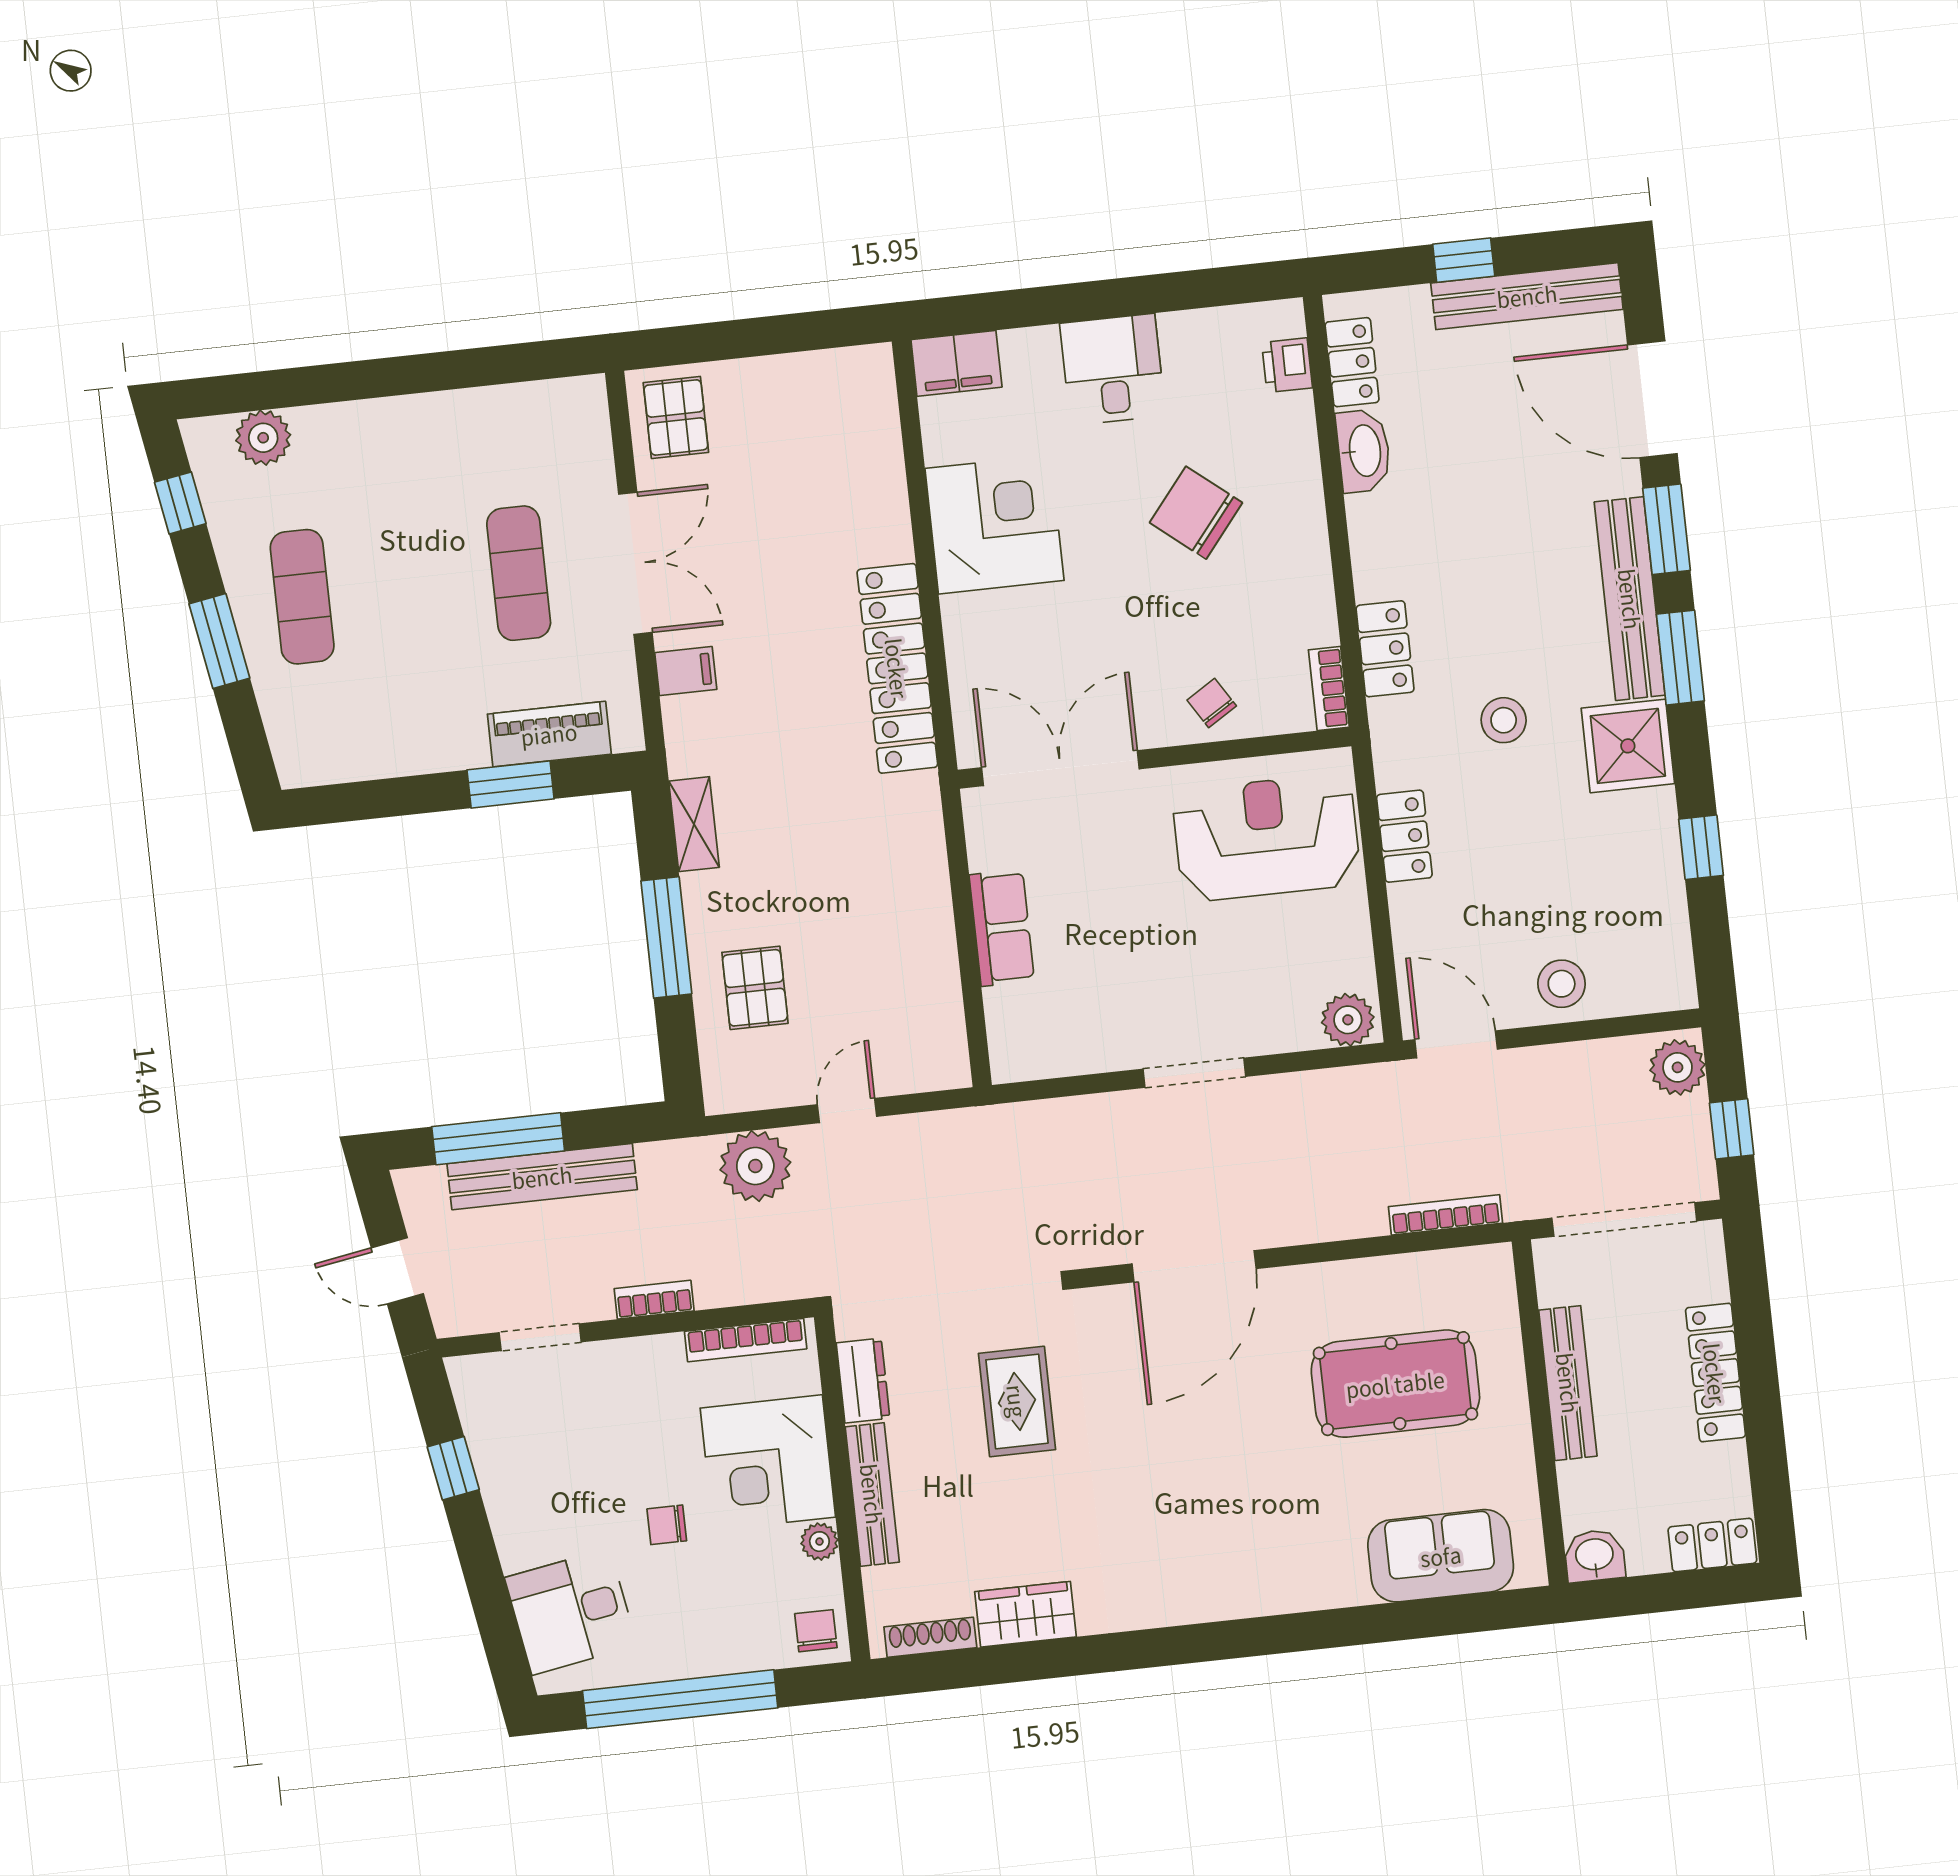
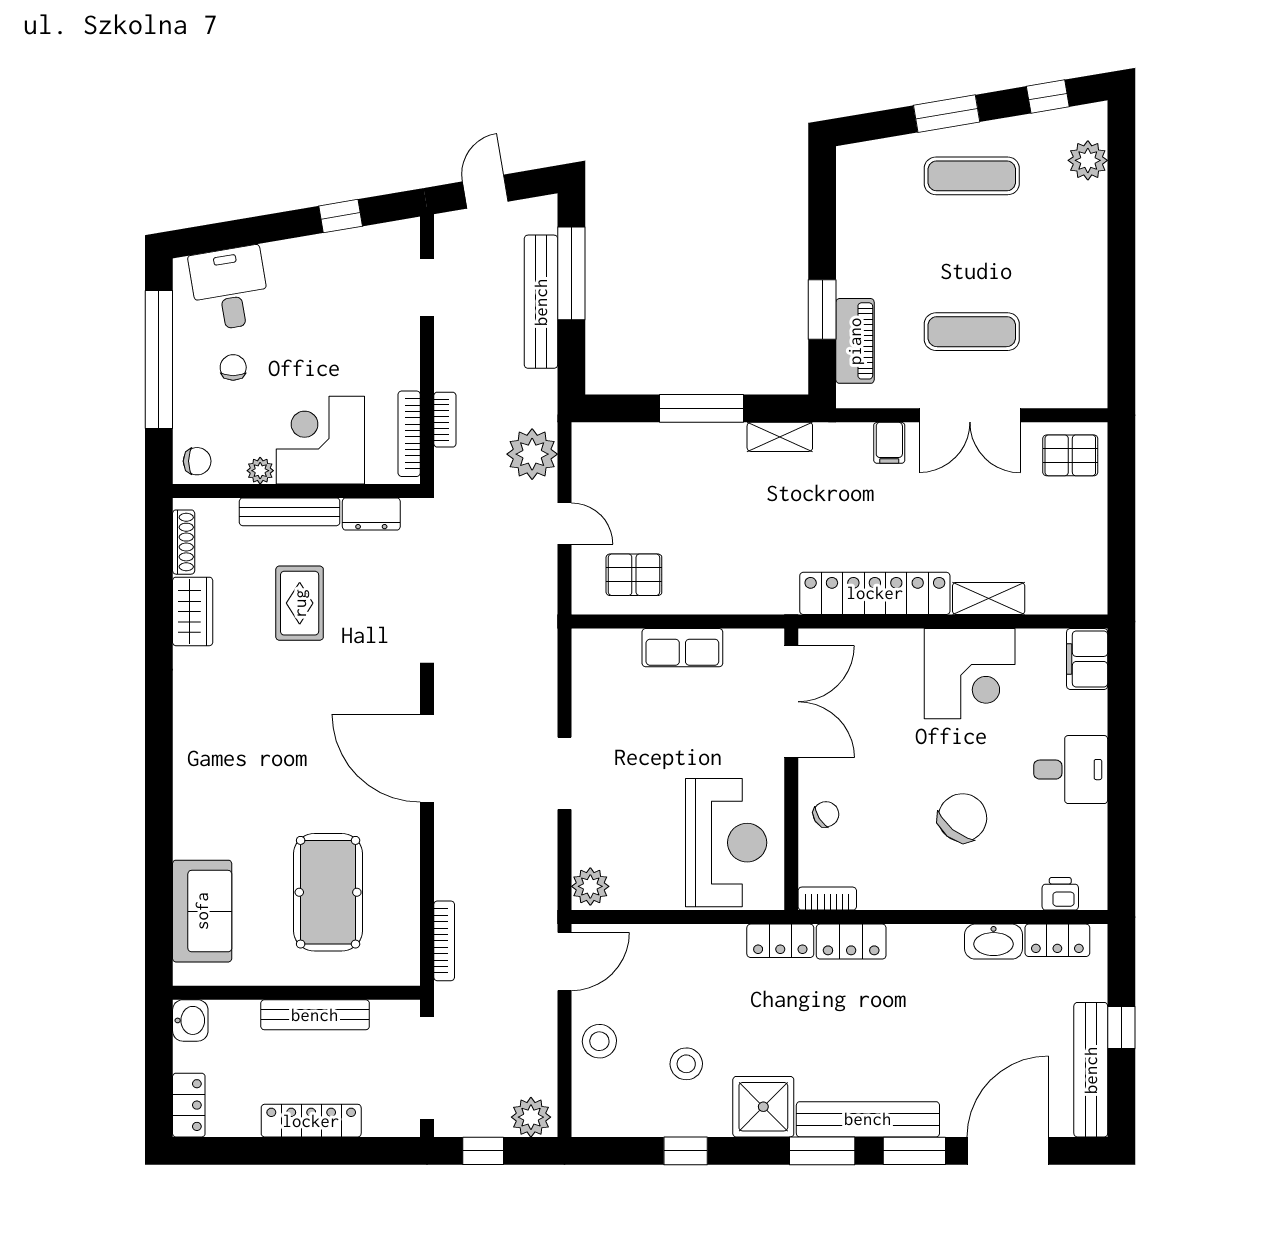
shelving: (887, 509) -> (989, 598), added
stool: (1504, 720) -> (686, 1064), moved
locker: (1404, 836) -> (780, 941), moved
pallet: (755, 988) -> (634, 575), moved
bookcase: (654, 1300) -> (445, 420), moved
rug: (1017, 1401) -> (300, 603), moved, turned 90
chair: (667, 1525) -> (233, 367), moved

